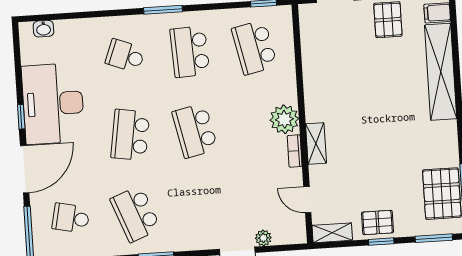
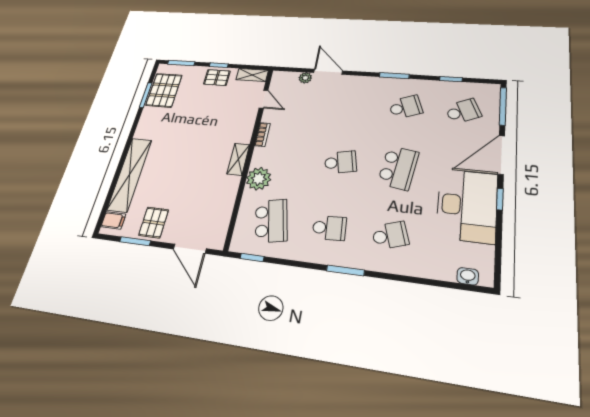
school desk: (190, 52) -> (329, 228), width x0.54
school desk: (125, 56) -> (390, 235), turned -39
plant: (284, 119) -> (259, 179), moved
school desk: (195, 131) -> (340, 162), width x0.54
shelving: (316, 143) -> (238, 159), moved
school desk: (135, 214) -> (406, 107), width x0.54
school desk: (71, 218) -> (463, 111), turned -36

